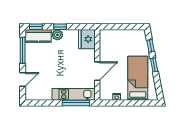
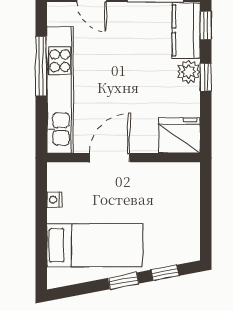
door: (97, 71) -> (110, 158), swing flipped
kitchen unit: (74, 94) -> (60, 90), width x1.36
window: (76, 103) -> (41, 66), moved

